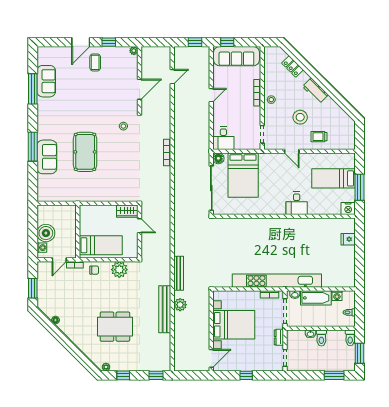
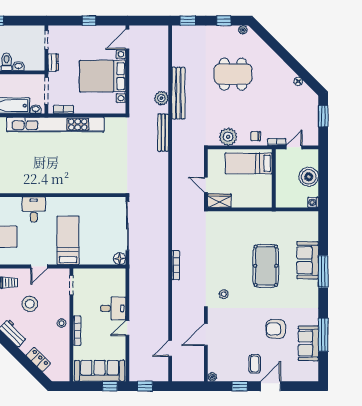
armchair: (76, 94) -> (276, 329), added
desk: (223, 138) -> (113, 308), moved, turned 90
door: (292, 151) -> (39, 267), swing flipped
bed: (243, 175) -> (68, 240), moved, width x0.67
washing machine: (42, 248) -> (313, 202), moved

